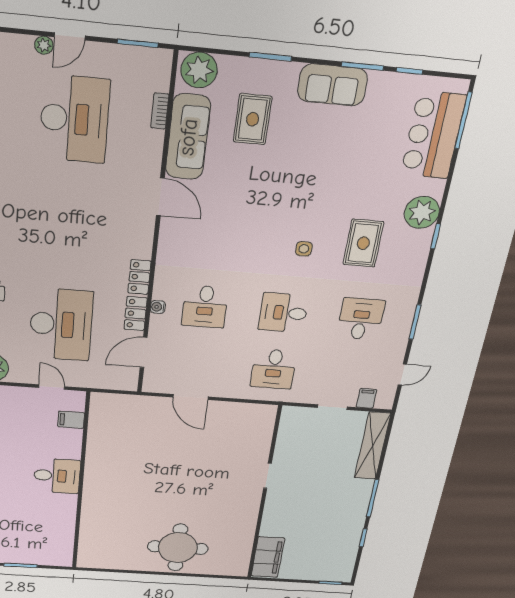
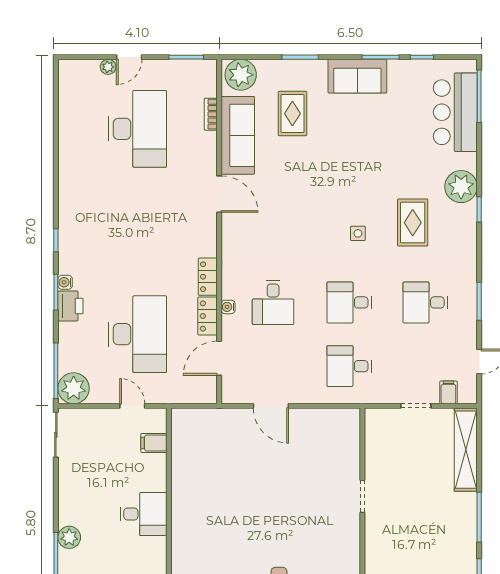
desk: (361, 319) -> (425, 302), turned -90
desk: (274, 369) -> (349, 366), turned 90

